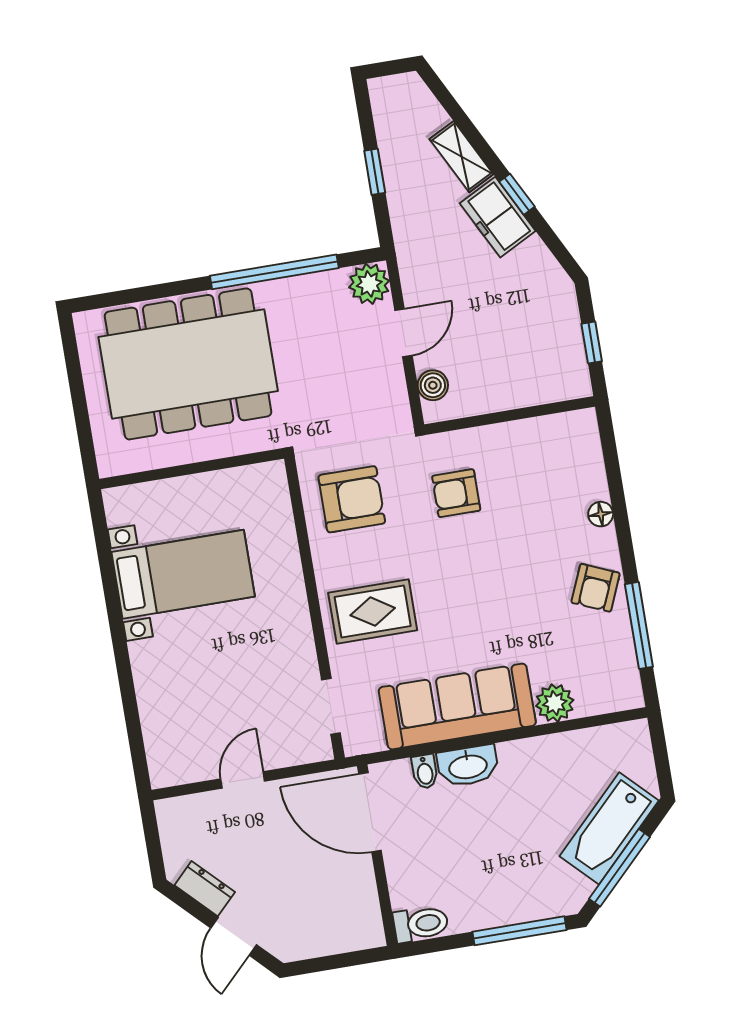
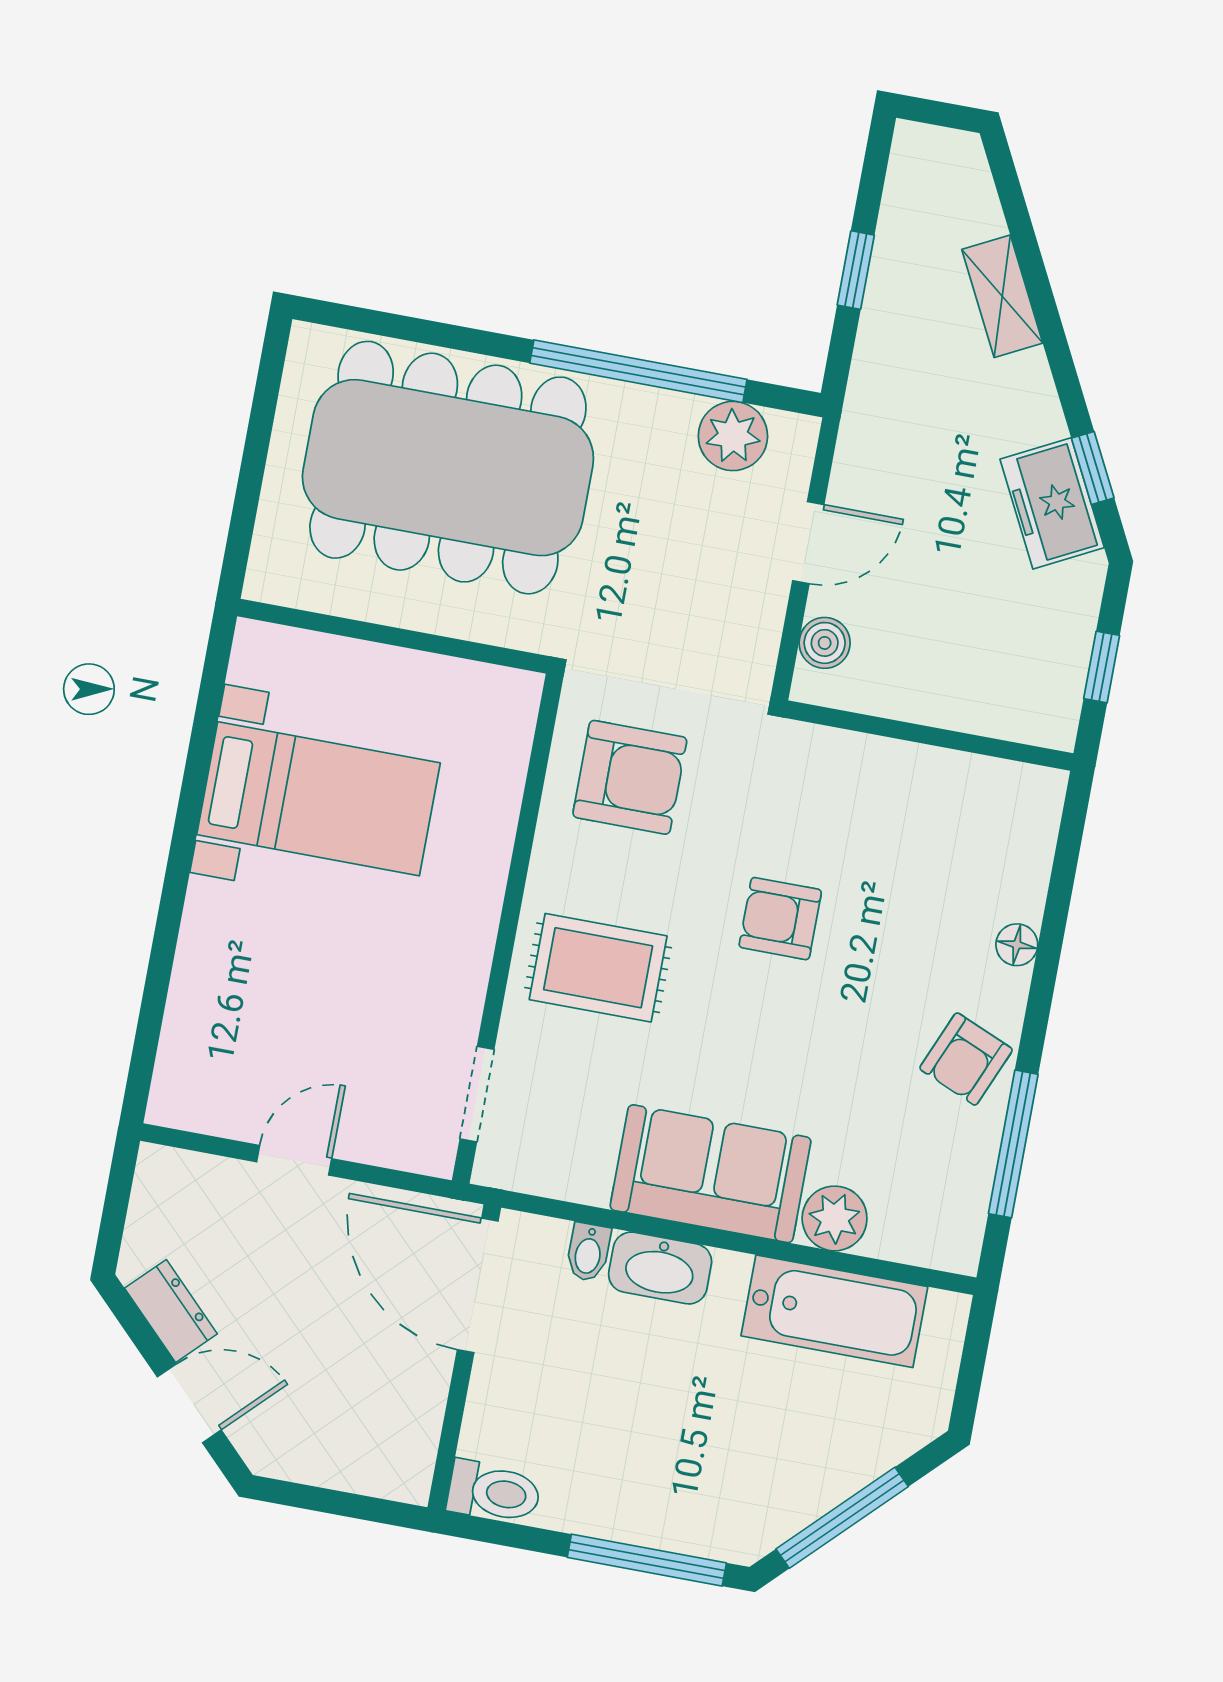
window: (517, 194) -> (1093, 468), moved
freezer: (498, 217) -> (1052, 503), moved
plant: (369, 284) -> (733, 436), moved
armchair: (456, 493) -> (780, 919), moved
sofa: (457, 706) -> (711, 1174), width x0.73
bathtub: (609, 828) -> (834, 1311), moved, turned -135
door: (234, 936) -> (189, 1403), swing flipped

